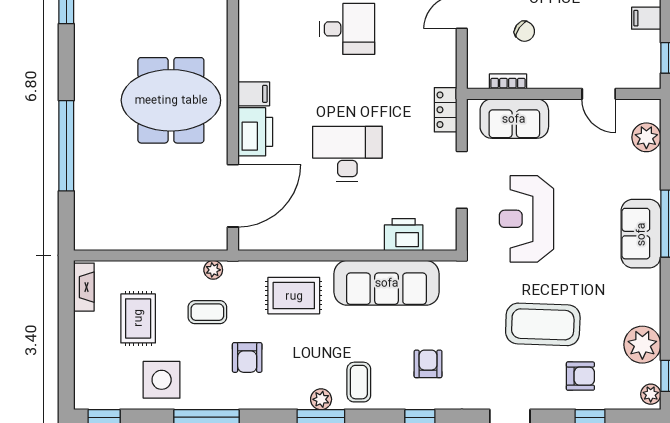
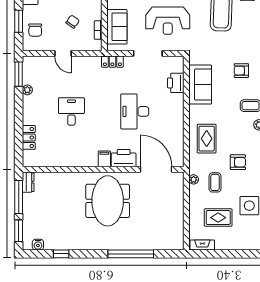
sofa: (387, 283) -> (200, 85), width x0.73

